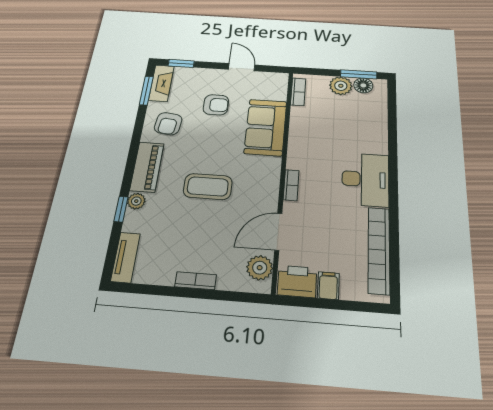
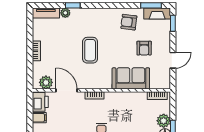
piano: (147, 167) -> (100, 15), removed
plant: (136, 201) -> (65, 13), moved

